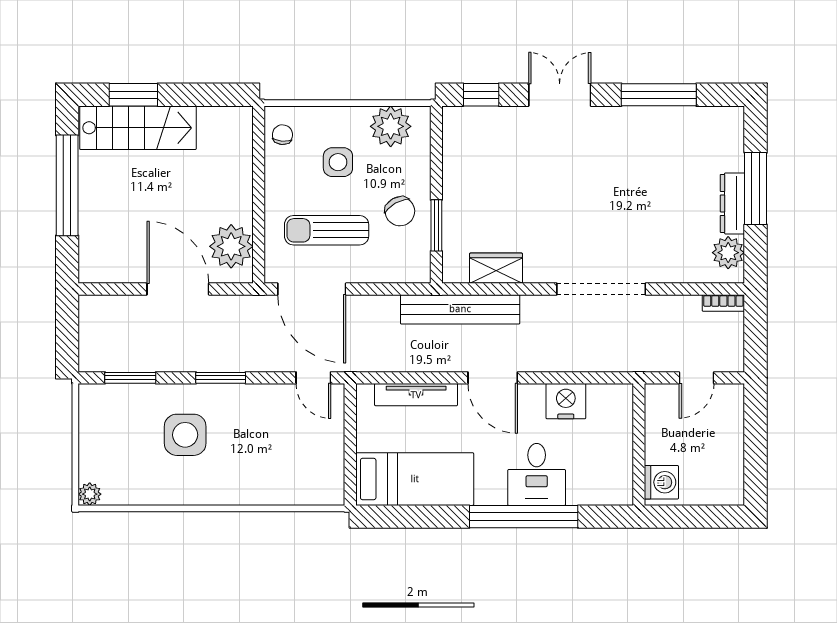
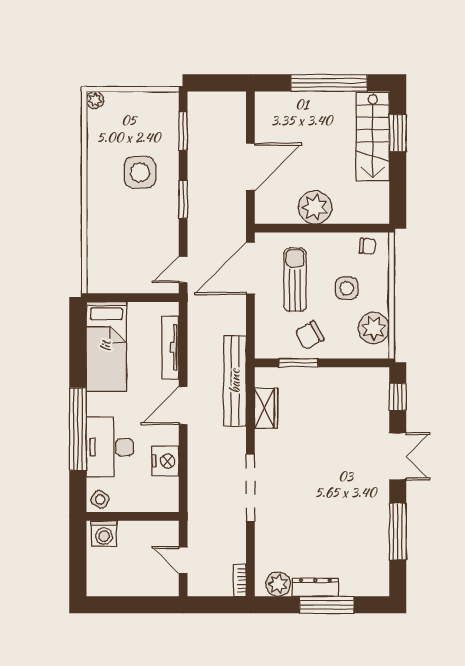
plant: (231, 246) -> (315, 207), moved
desk: (537, 474) -> (110, 447), width x1.37
side table: (617, 487) -> (100, 499), added

